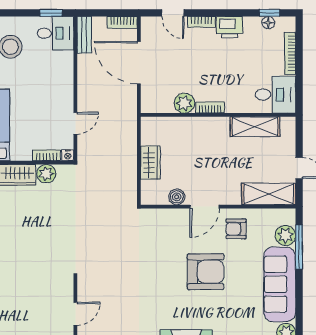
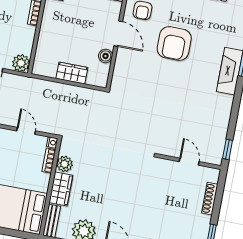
plant: (184, 103) -> (21, 63), moved
armchair: (205, 272) -> (174, 43), turned 180

